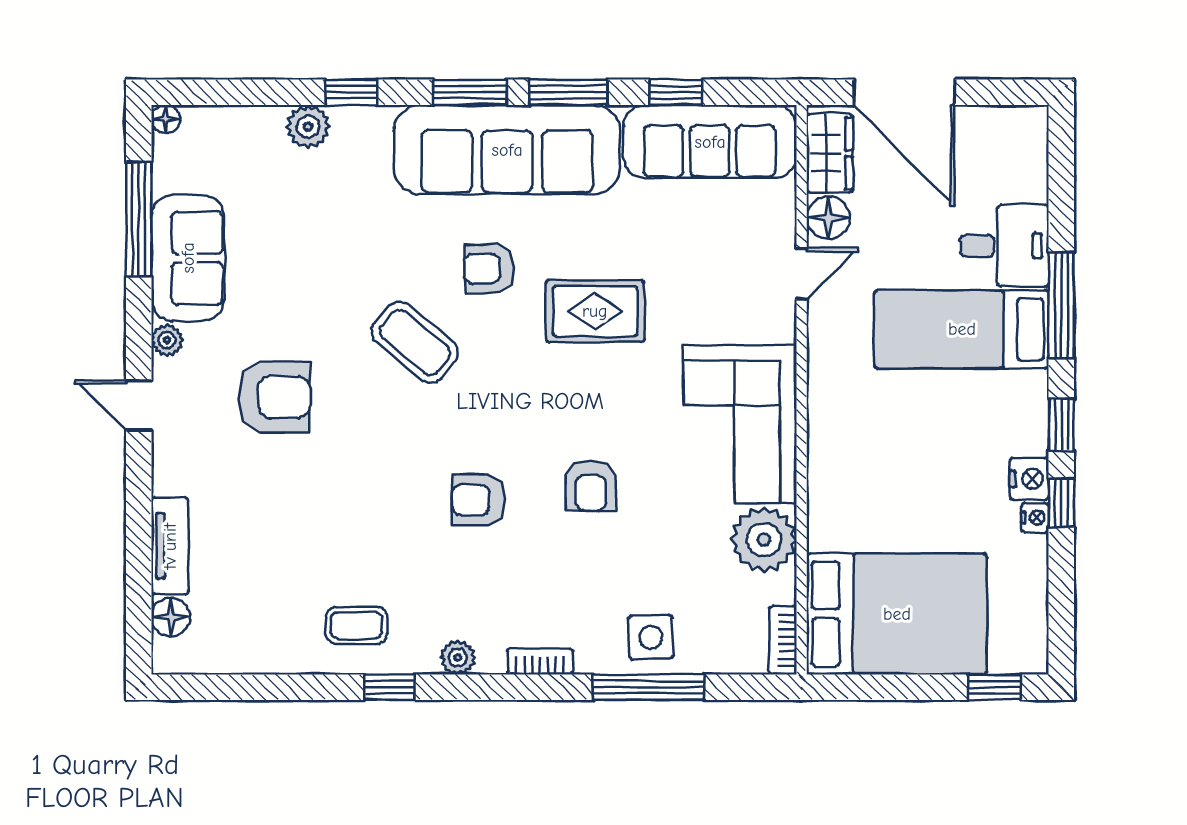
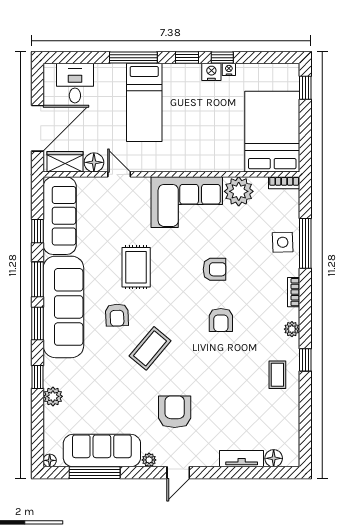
desk: (1005, 246) -> (75, 83), moved
sofa: (188, 258) -> (102, 451), width x1.36

